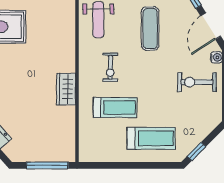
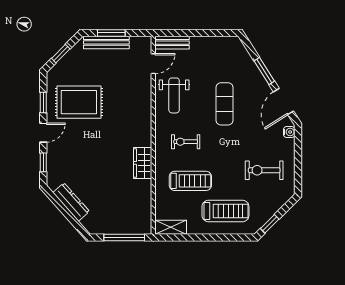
exercise bike: (110, 67) -> (186, 142), turned 90
exercise bike: (197, 82) -> (264, 170), moved
shelving: (95, 155) -> (171, 227), added

